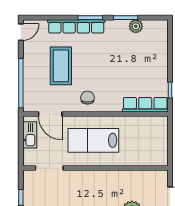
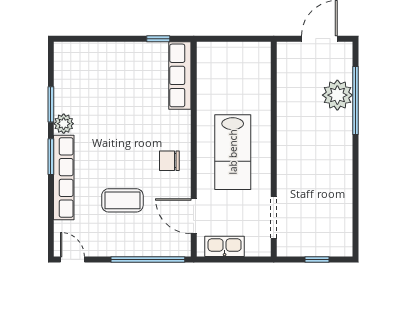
plant: (136, 26) -> (64, 124), moved
coffee table: (61, 66) -> (122, 200), width x0.73, depth x0.76
door: (50, 114) -> (194, 216), swing flipped

